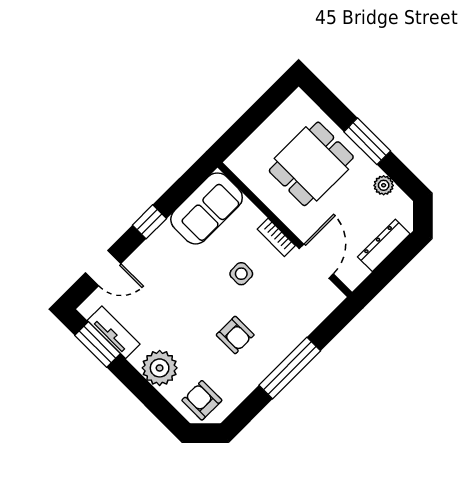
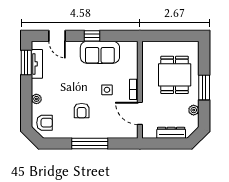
dining table: (311, 164) -> (175, 75), turned 90
sofa: (207, 208) -> (100, 52), moved
door: (316, 261) -> (140, 113), swing flipped
plant: (160, 368) -> (36, 99), width x0.53, depth x0.53
armchair: (202, 400) -> (45, 123), turned 90

